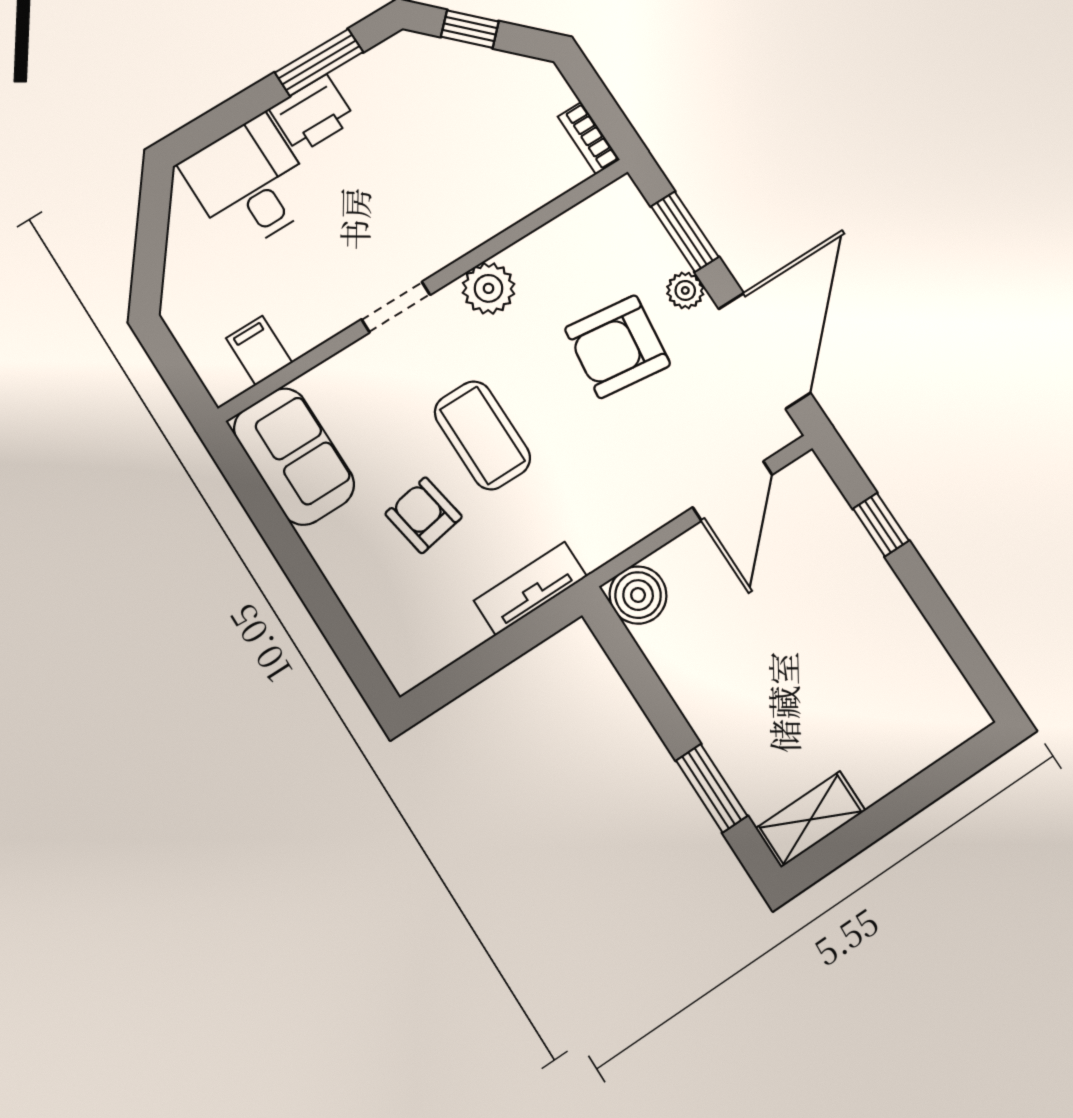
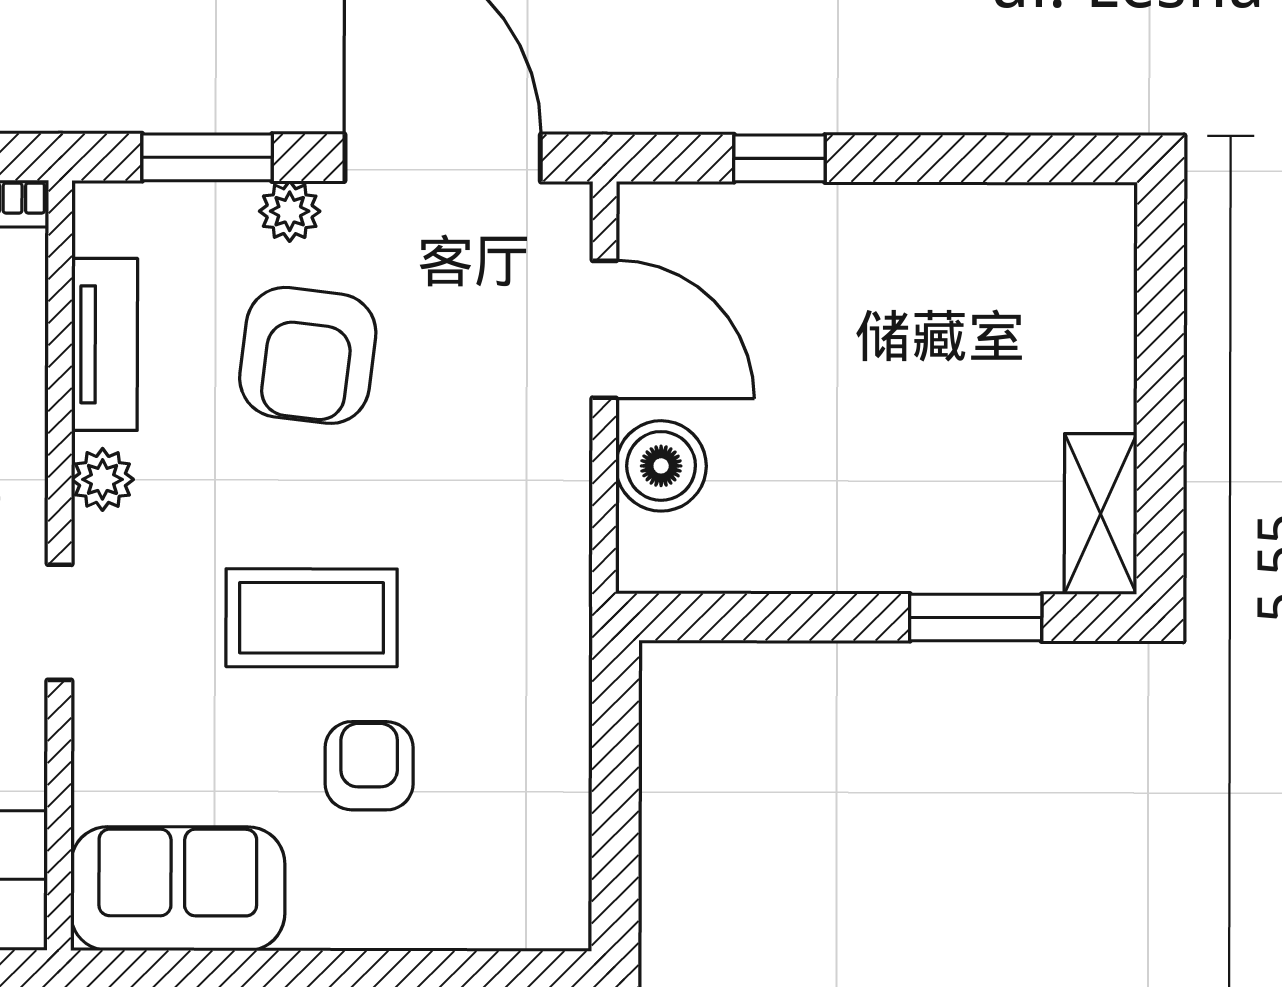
plant: (489, 288) -> (103, 479), width x0.73, depth x0.73
armchair: (424, 515) -> (369, 766), turned 100
tv unit: (530, 588) -> (105, 344), moved, turned 180
boiler: (638, 595) -> (661, 466), moved

